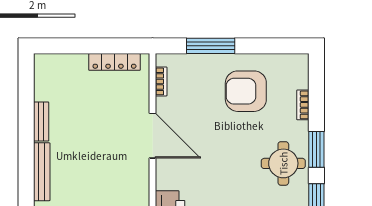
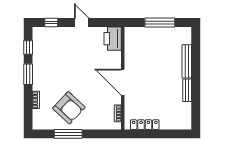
window: (211, 46) -> (68, 134), moved
armchair: (246, 91) -> (69, 108), turned 43
round table: (283, 163) -> (47, 66), removed

